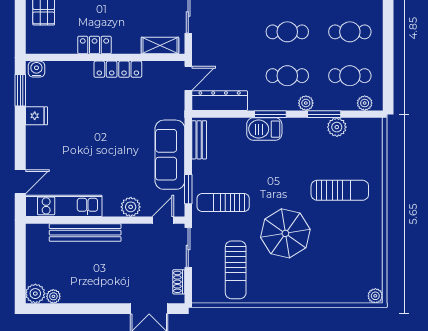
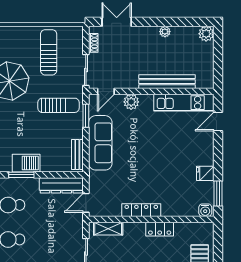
plant: (53, 296) -> (165, 32), moved

